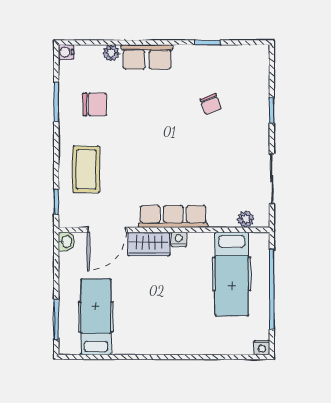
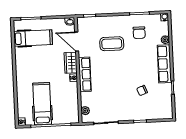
row of seats: (147, 57) -> (164, 64), width x1.48
coffee table: (86, 169) -> (112, 44), moved
hospital bed: (232, 274) -> (42, 104), moved, turned 90

